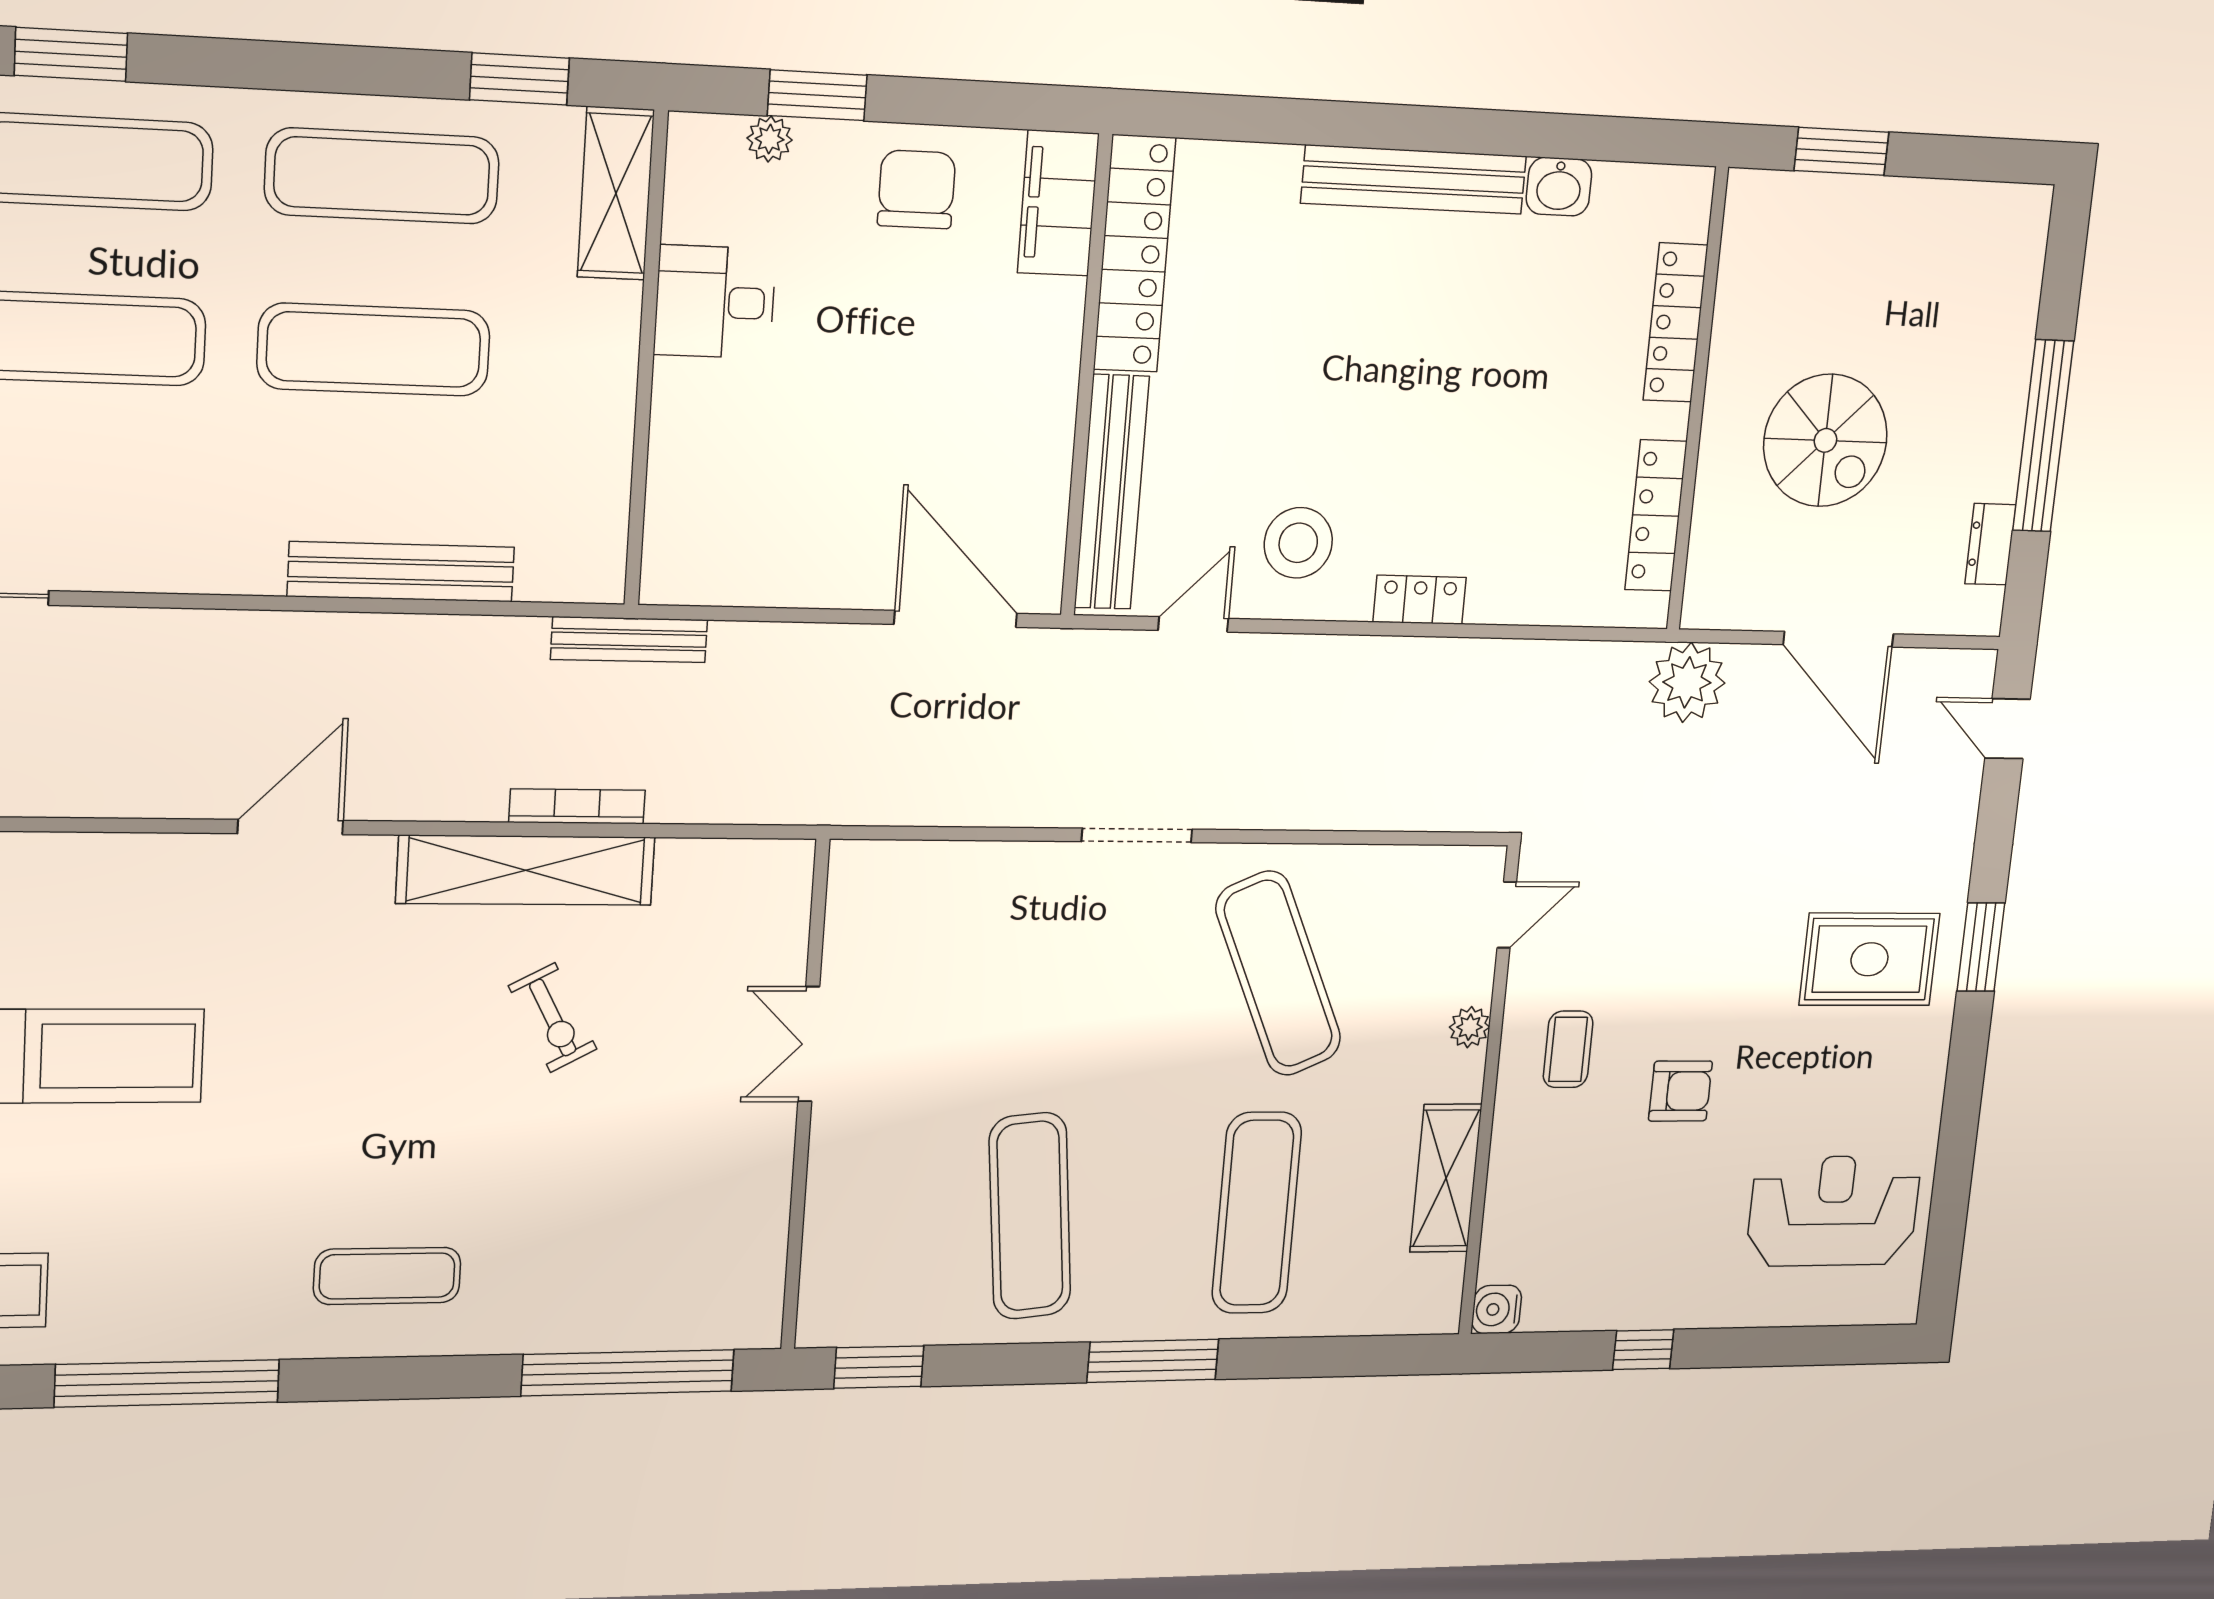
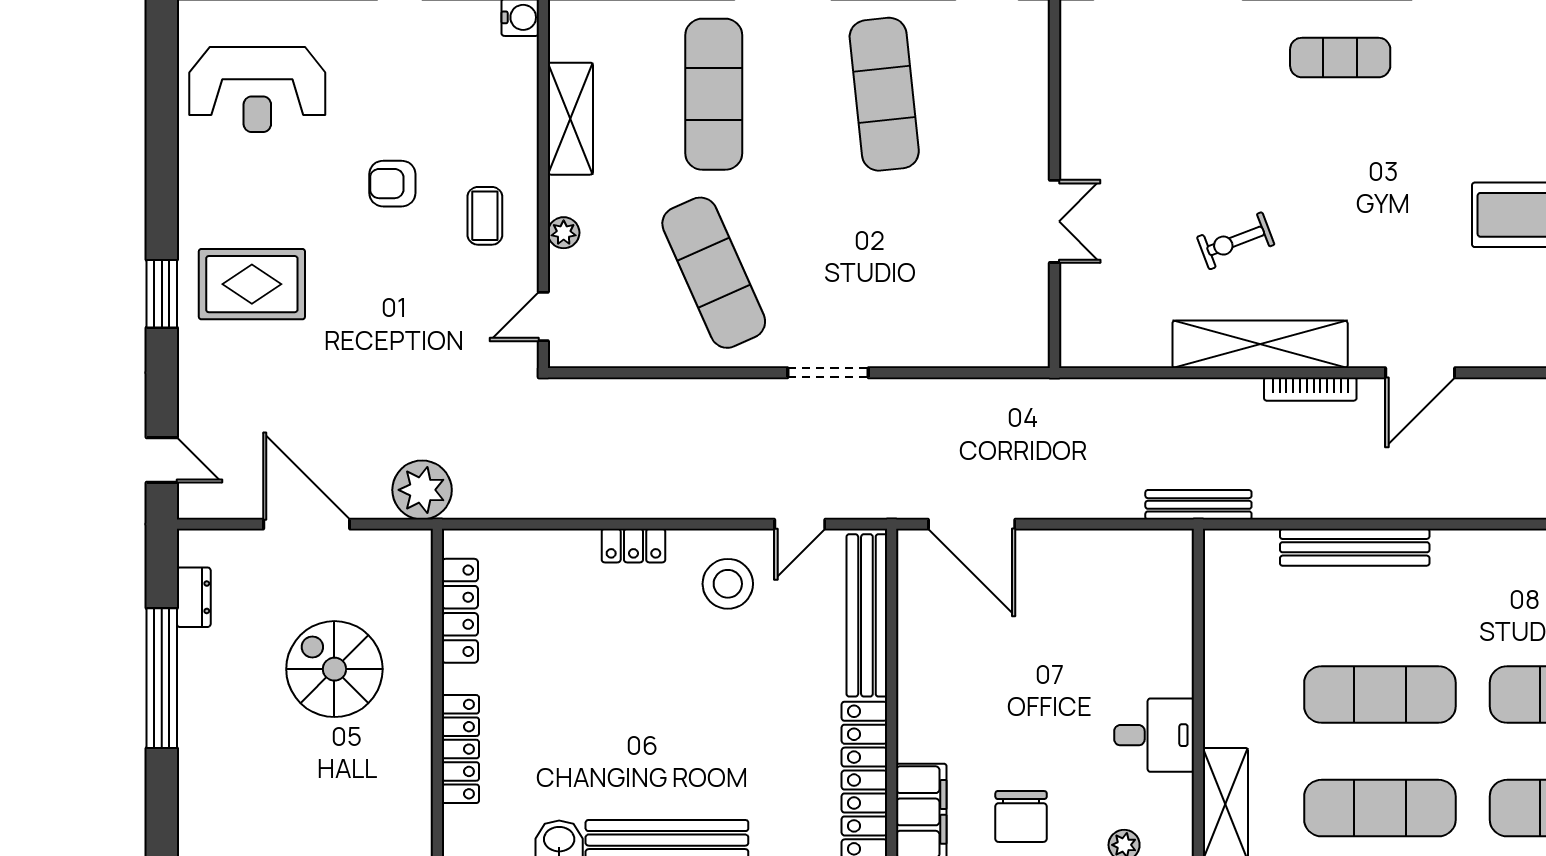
bookcase: (577, 806) -> (1310, 389), moved
exercise bike: (553, 1018) -> (1236, 241), turned -83

